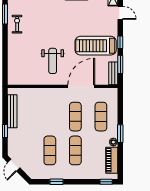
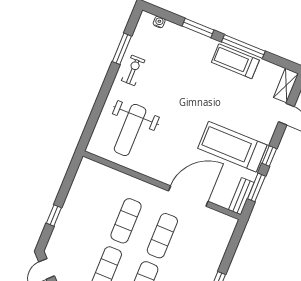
weight bench: (53, 61) -> (130, 130), moved, width x1.36, depth x1.33
bench: (12, 111) -> (76, 191), removed
exercise mat: (101, 117) -> (126, 221), moved

